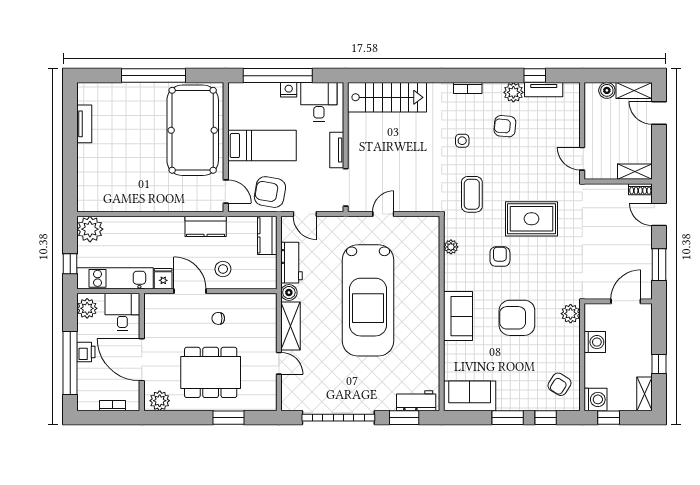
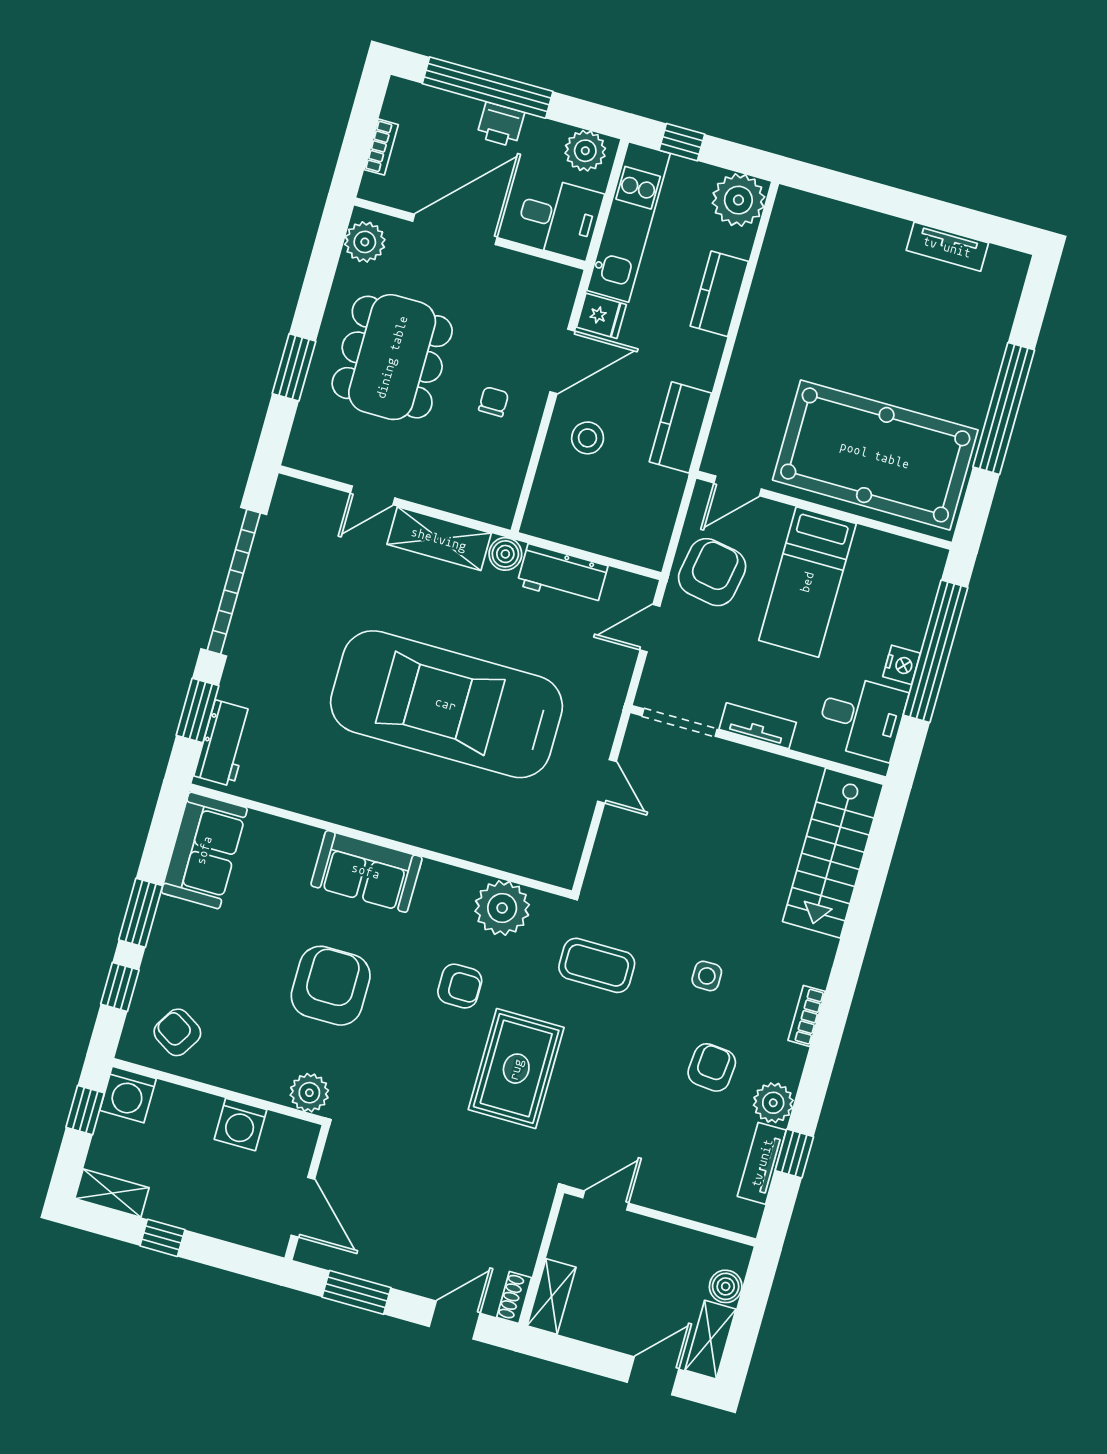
kitchen counter: (267, 235) -> (719, 294), moved, turned -90
plant: (451, 247) -> (502, 908), width x1.87, depth x1.87

